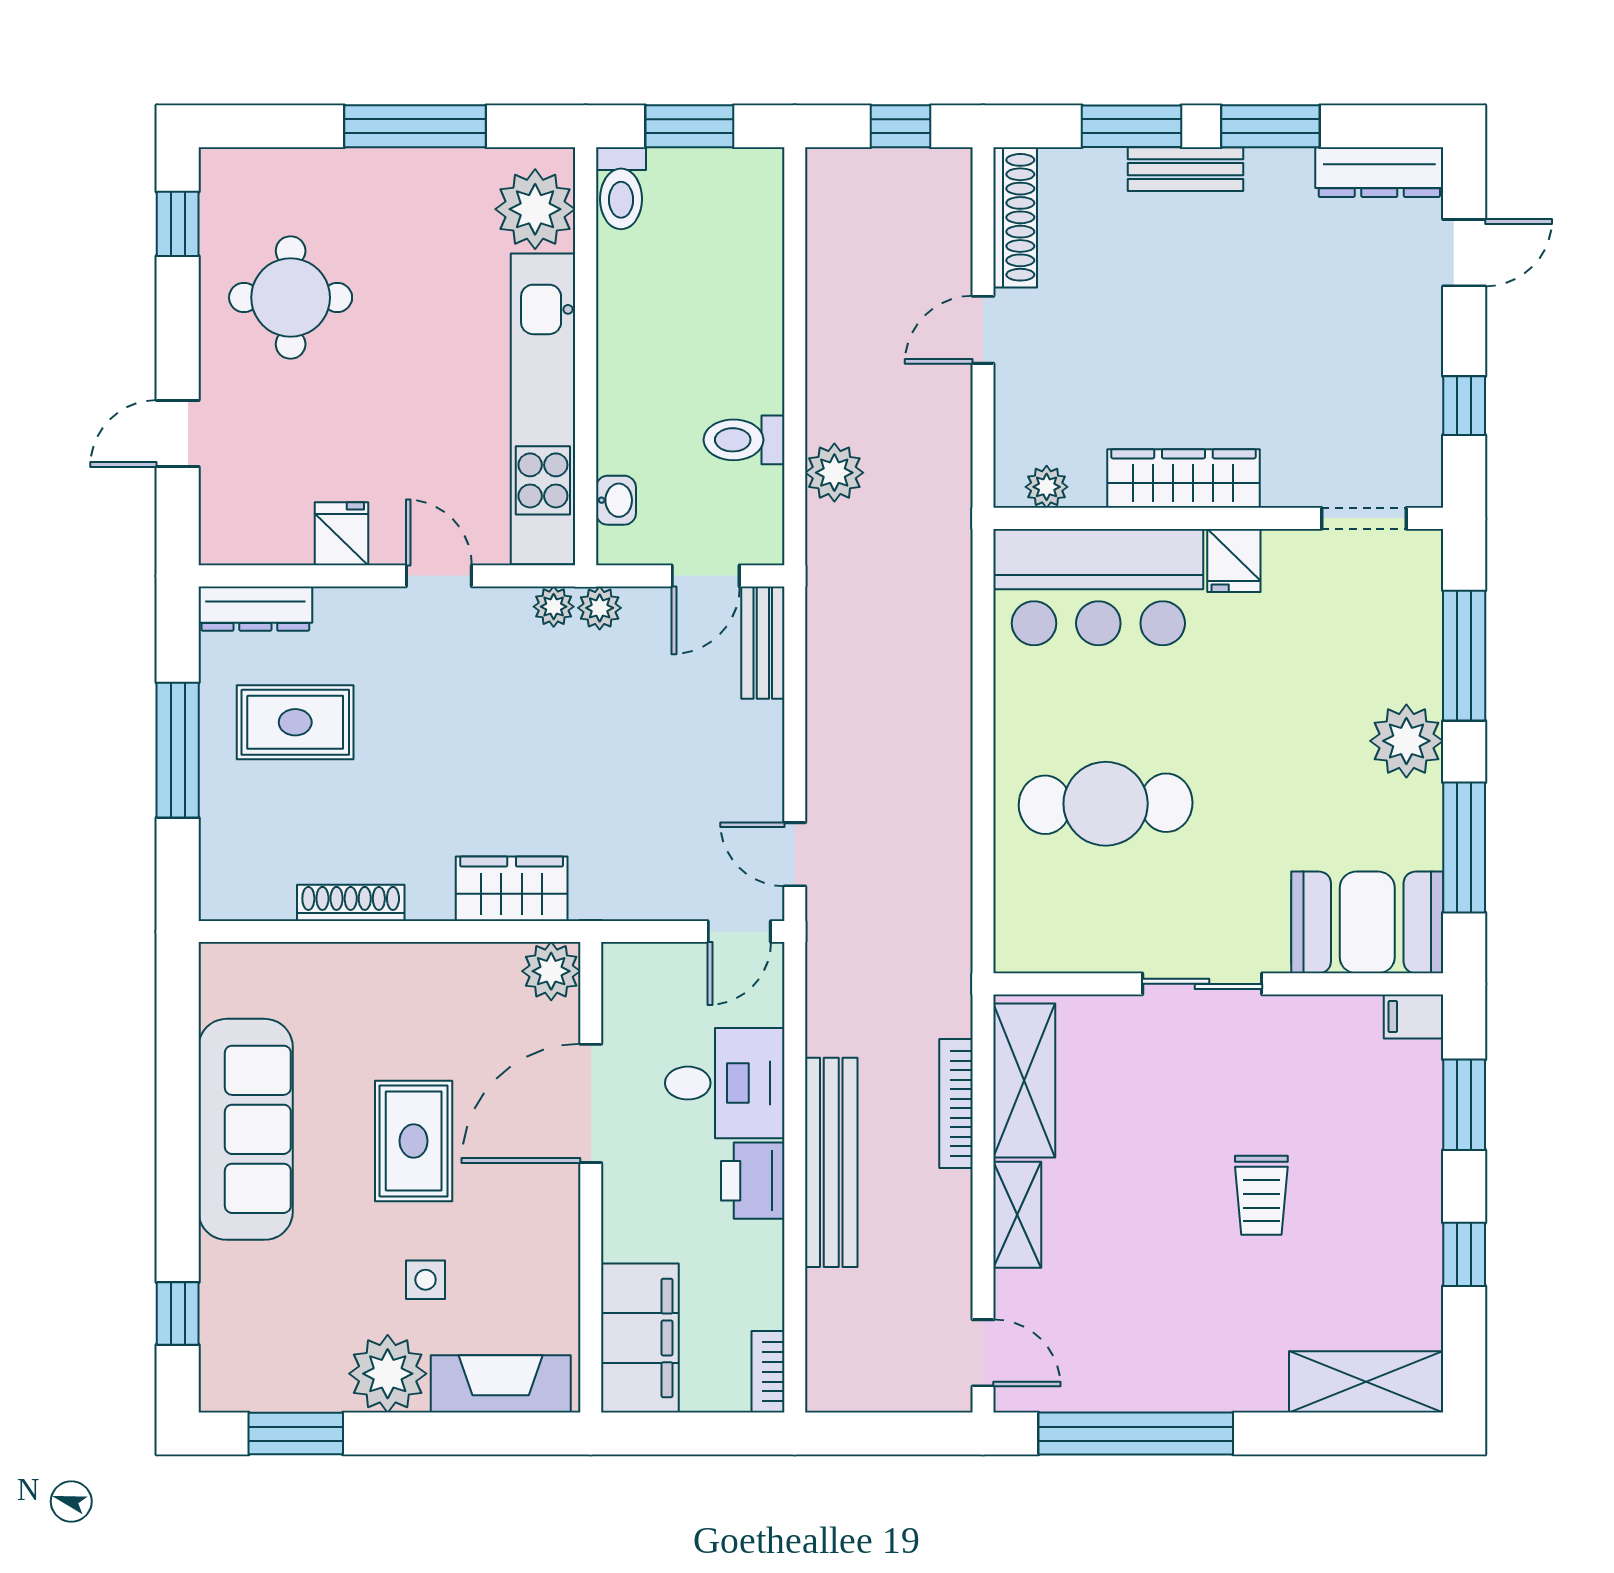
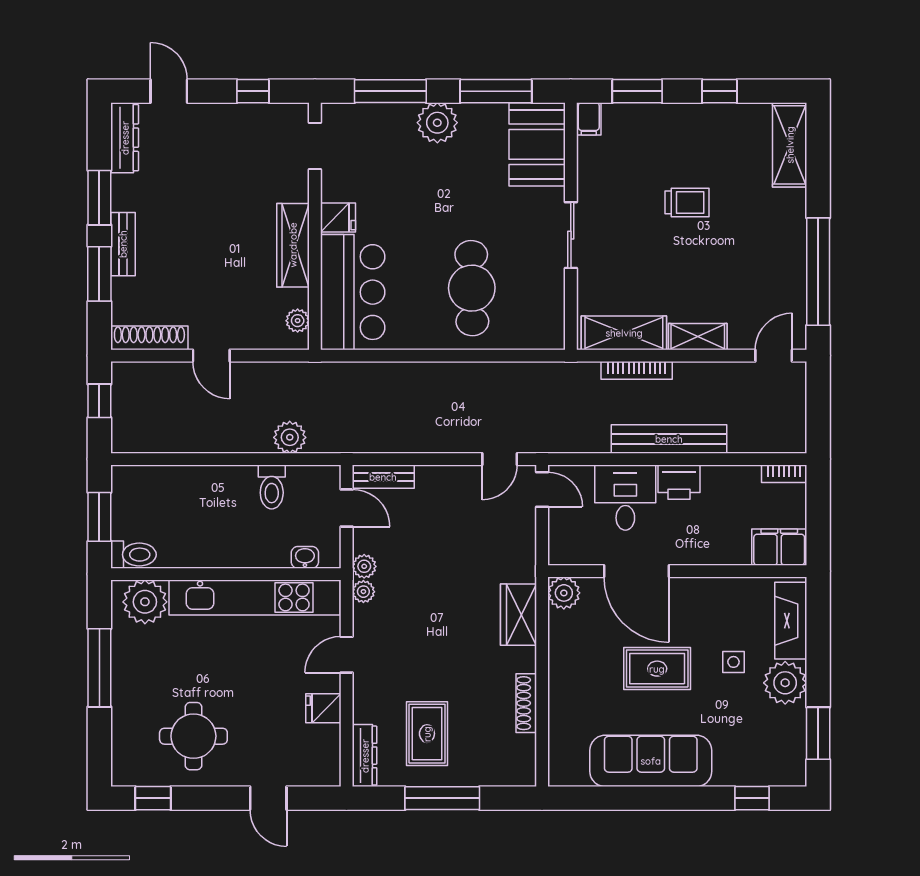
filing cabinet: (640, 1338) -> (779, 547), width x0.67, depth x0.86

